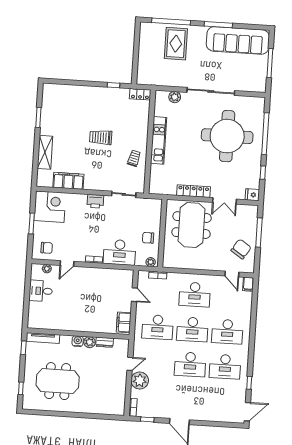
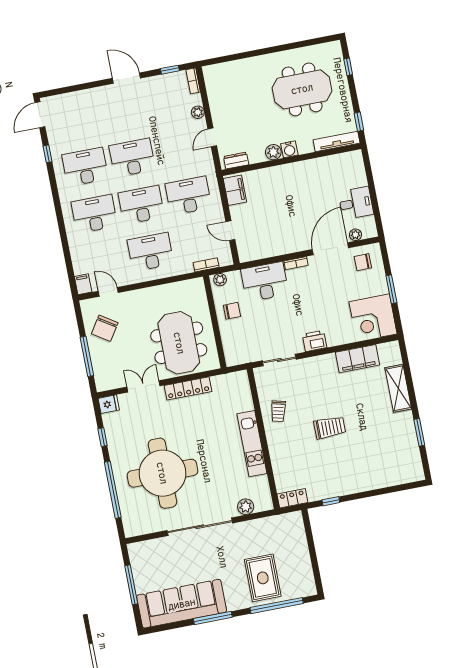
door: (67, 263) -> (330, 249), width x1.87
dresser: (105, 342) -> (236, 161), moved
plant: (140, 380) -> (198, 112), width x0.53, depth x0.53

